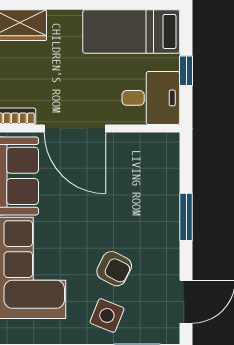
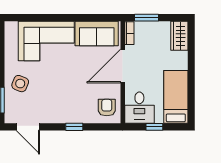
window: (186, 217) -> (74, 127), width x0.67
armchair: (114, 269) -> (107, 108), moved, turned 153

